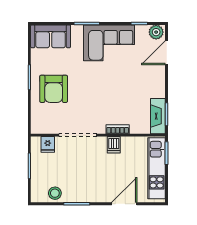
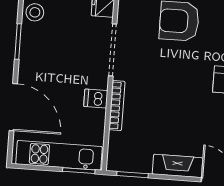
fireplace: (158, 116) -> (177, 166), moved
bookcase: (118, 129) -> (117, 106), width x1.56
door: (124, 204) -> (13, 107), width x1.36

